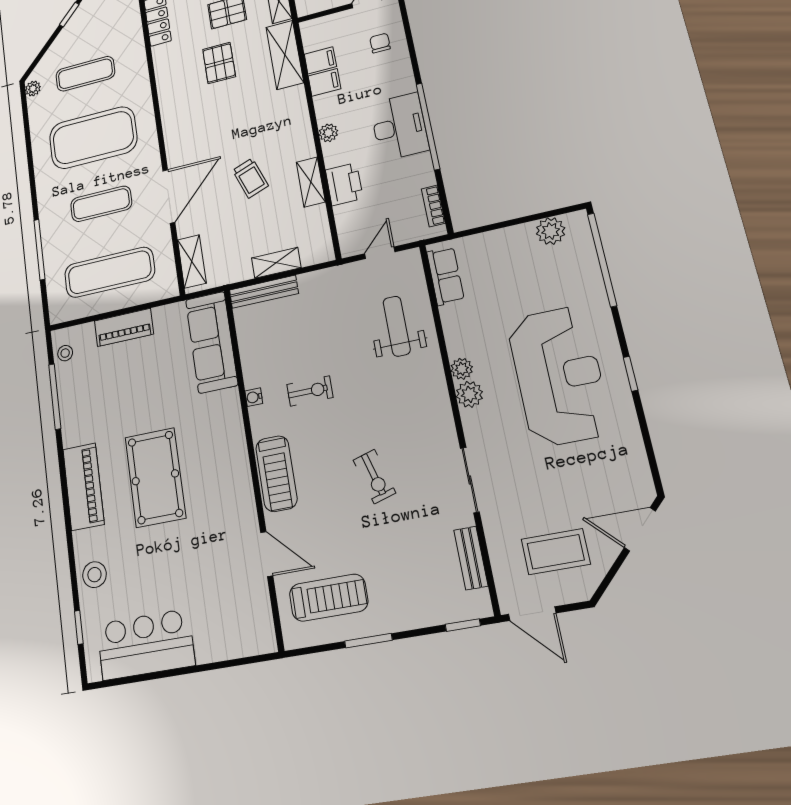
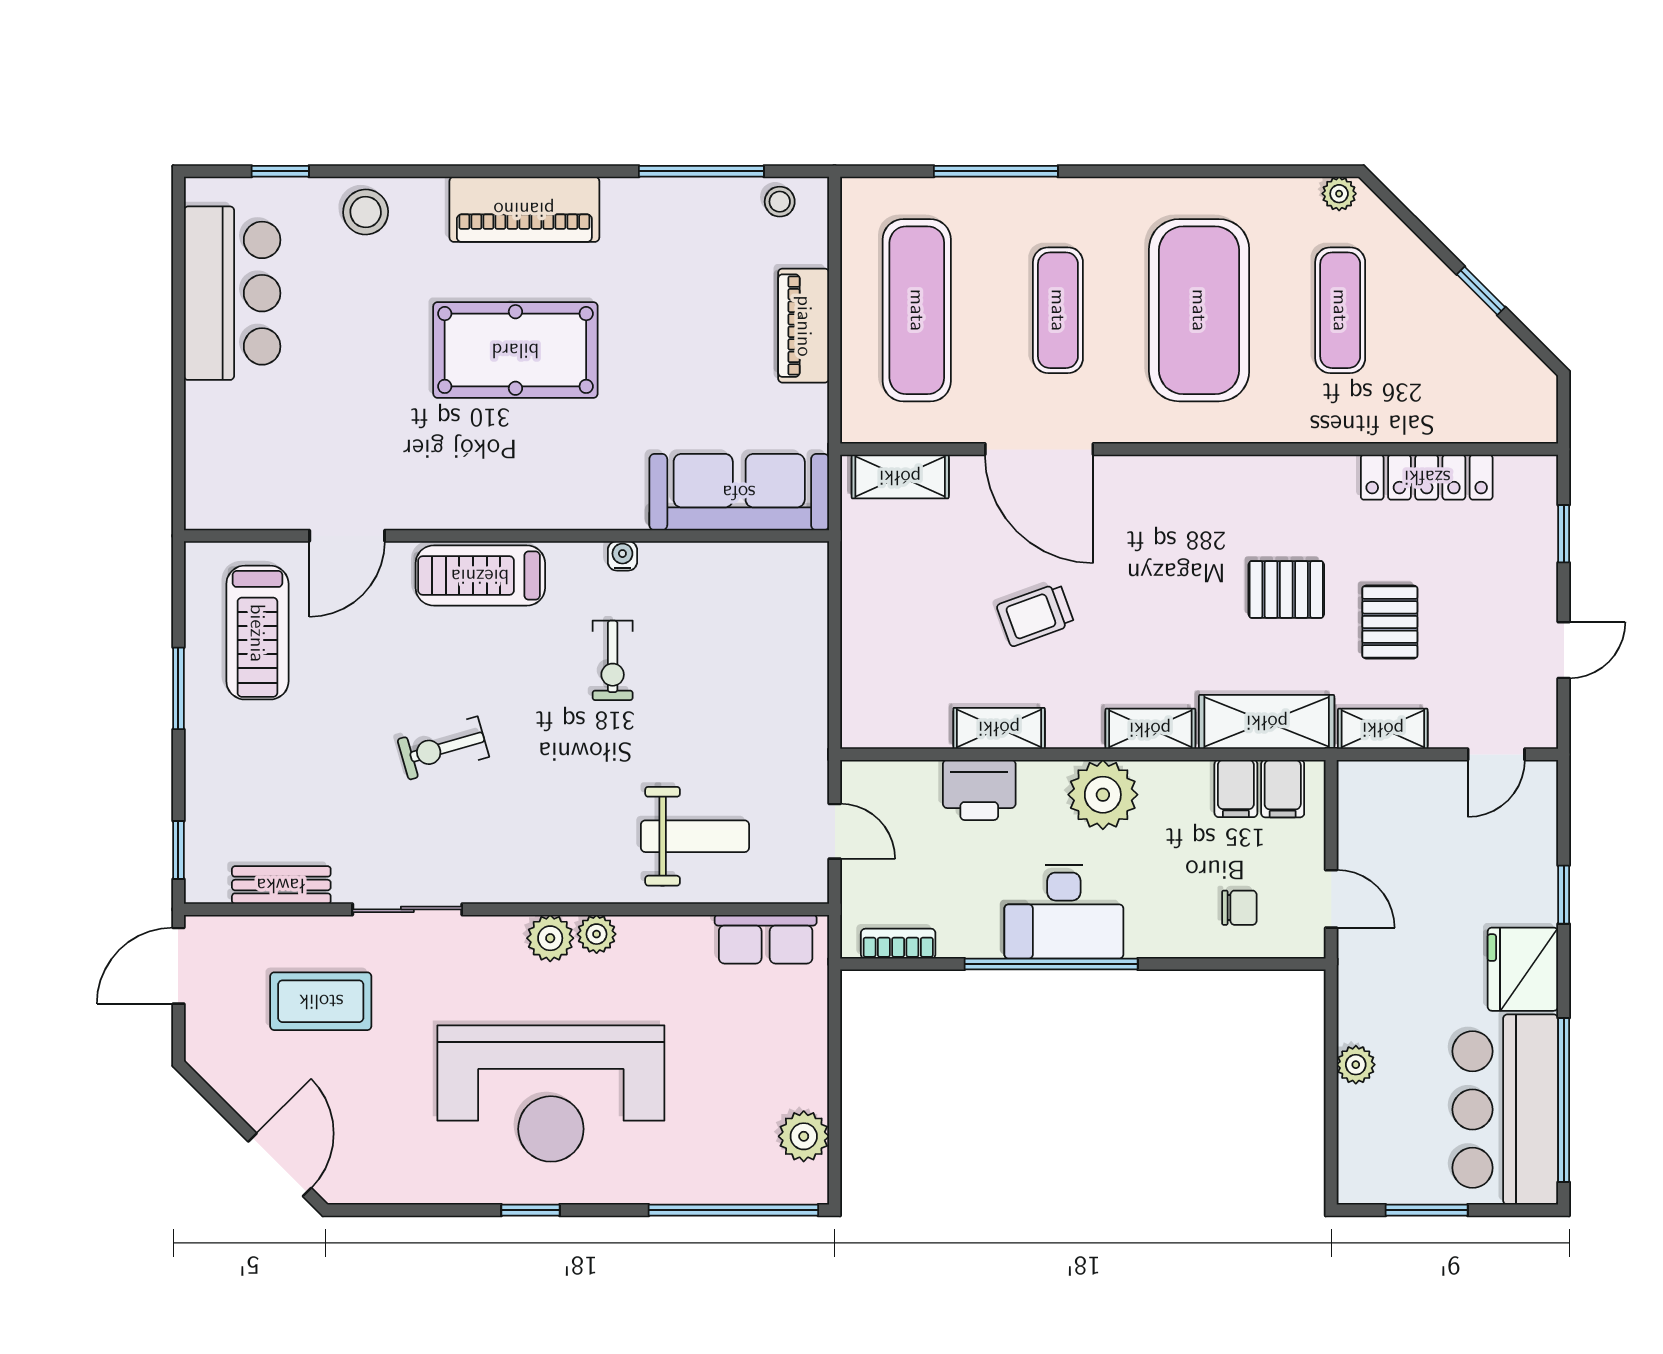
filing cabinet: (324, 82) -> (1283, 789), moved
plant: (328, 133) -> (1103, 795), width x1.87, depth x1.87
shelving: (276, 263) -> (1150, 729), moved, turned 90
bench: (264, 292) -> (811, 605), removed
coffee table: (556, 552) -> (321, 1001), moved, turned 90

